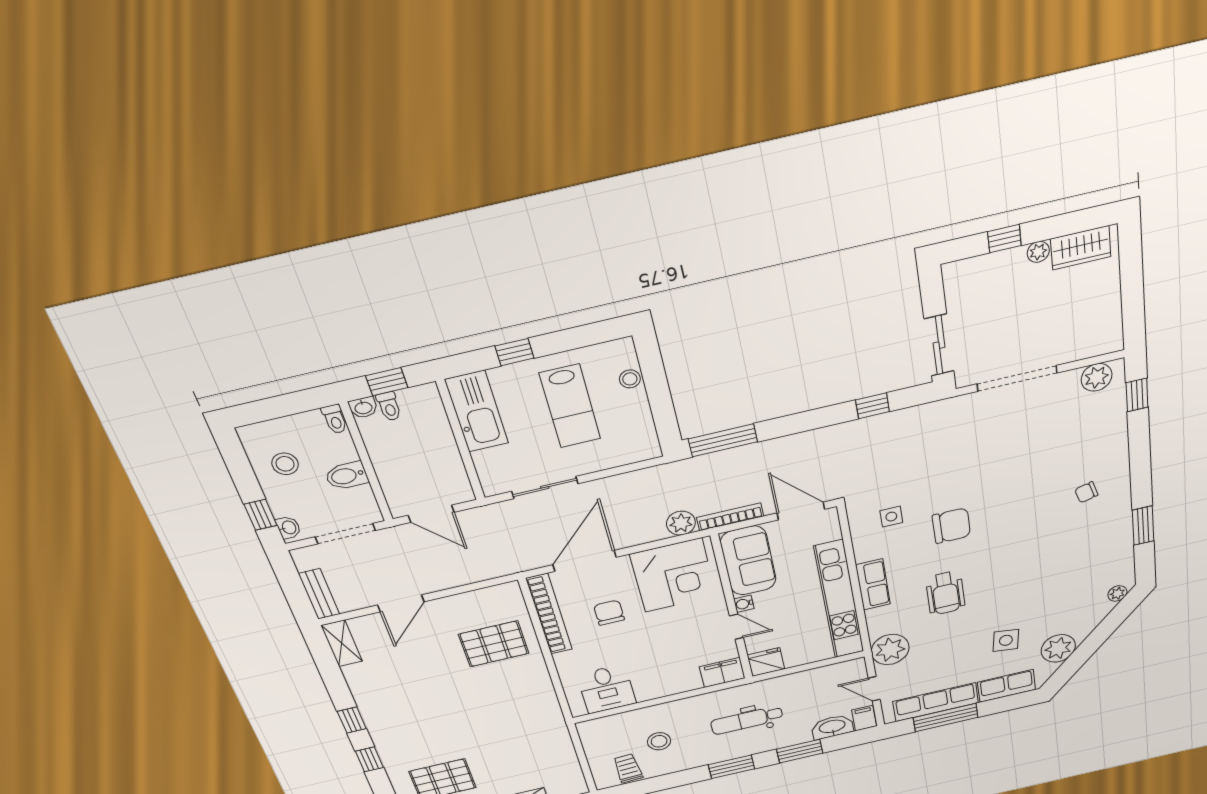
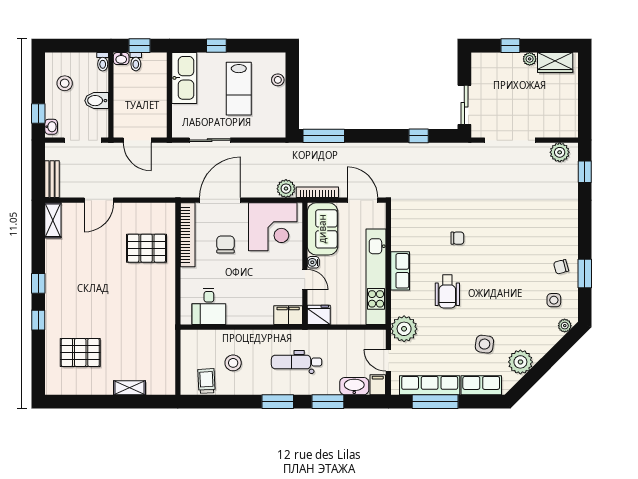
chair: (1086, 492) -> (561, 267), moved
side table: (891, 517) -> (554, 300), moved
chair: (951, 526) -> (457, 238), width x0.54, depth x0.54

